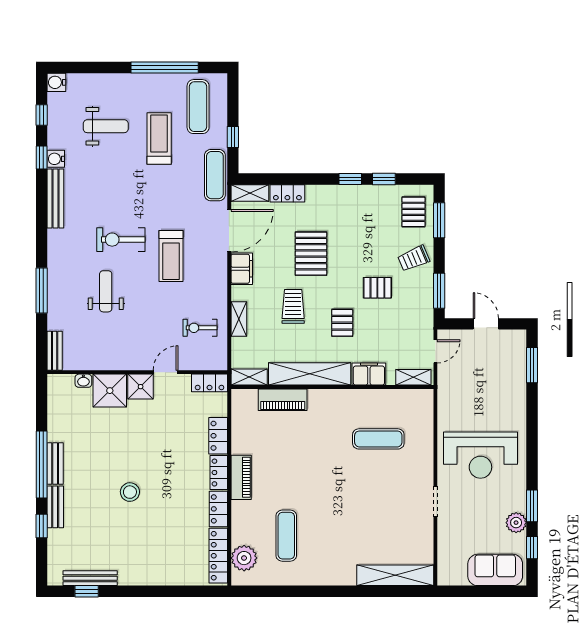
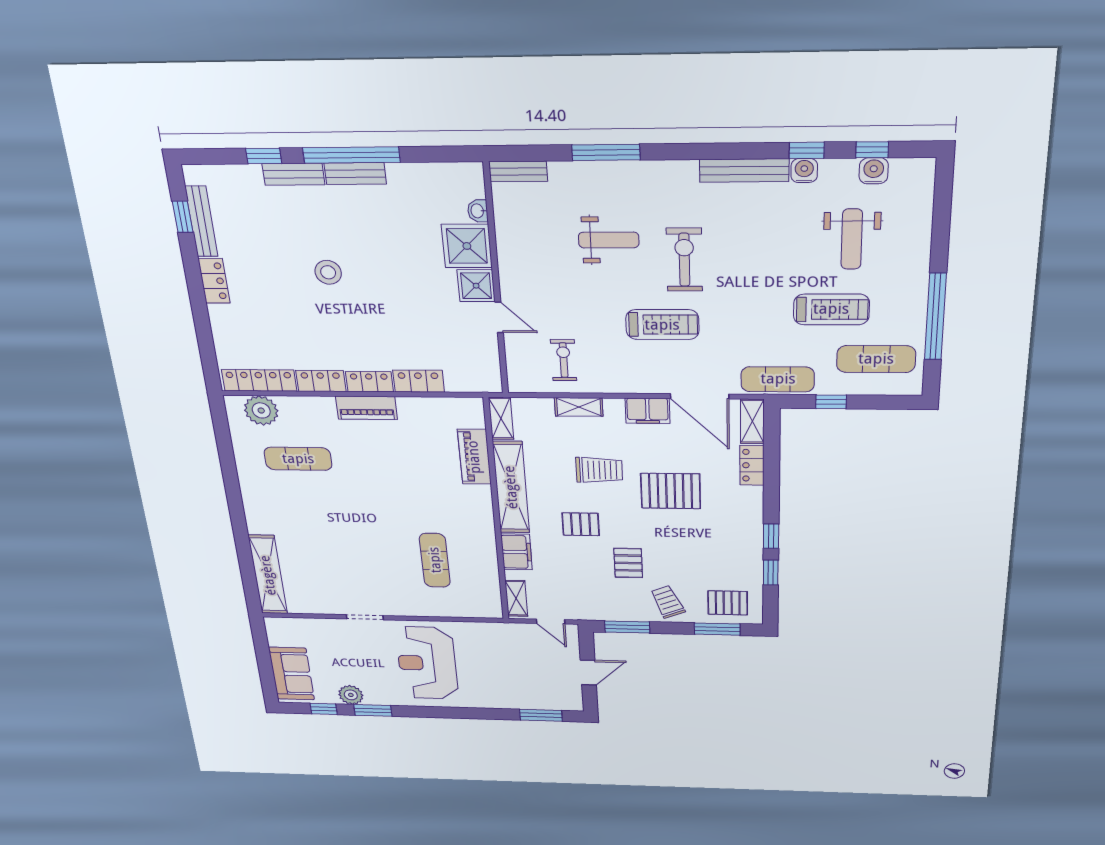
water cooler: (56, 82) -> (874, 171), moved
treadmill: (171, 256) -> (662, 325), turned 180
locker: (210, 383) -> (214, 281), moved, turned 180

